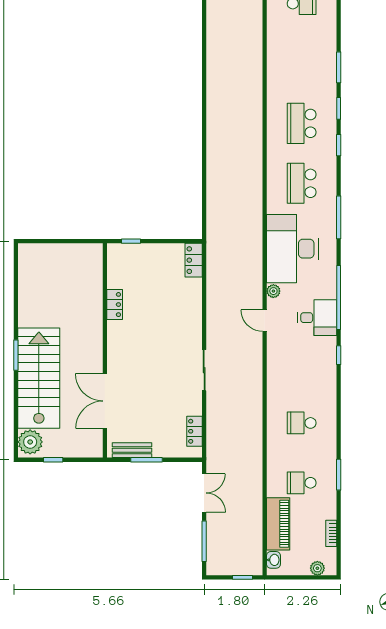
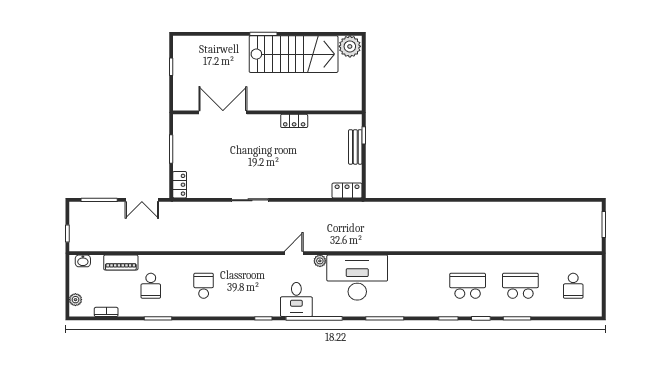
school desk: (302, 183) -> (520, 286), moved
locker: (115, 305) -> (294, 121), moved
stairs: (39, 378) -> (294, 54), moved
locker: (194, 431) -> (180, 185), moved, turned 90
plant: (30, 442) -> (350, 46), moved
bench: (132, 450) -> (355, 147), moved
school desk: (302, 483) -> (151, 286), turned 180
piano: (278, 524) -> (121, 263), width x0.73, depth x0.75

